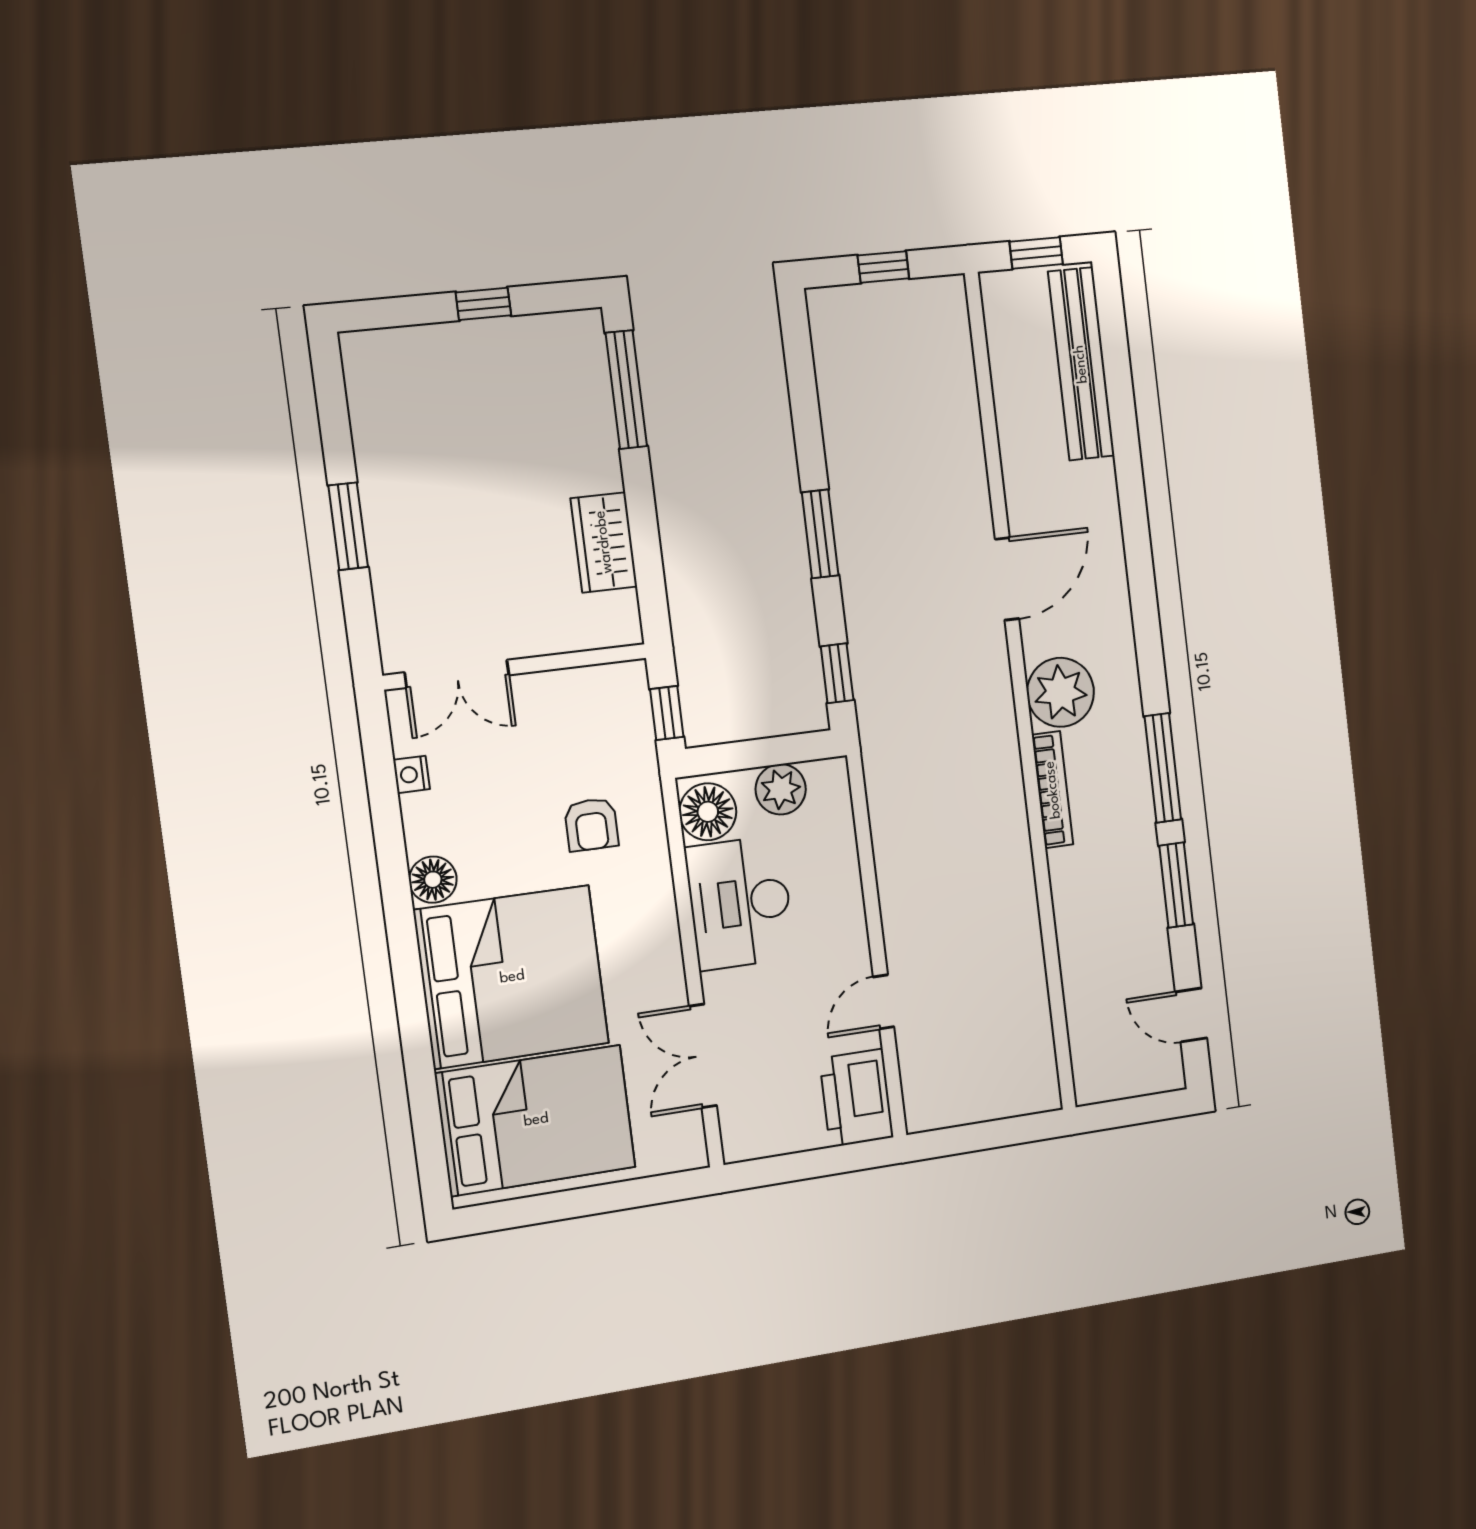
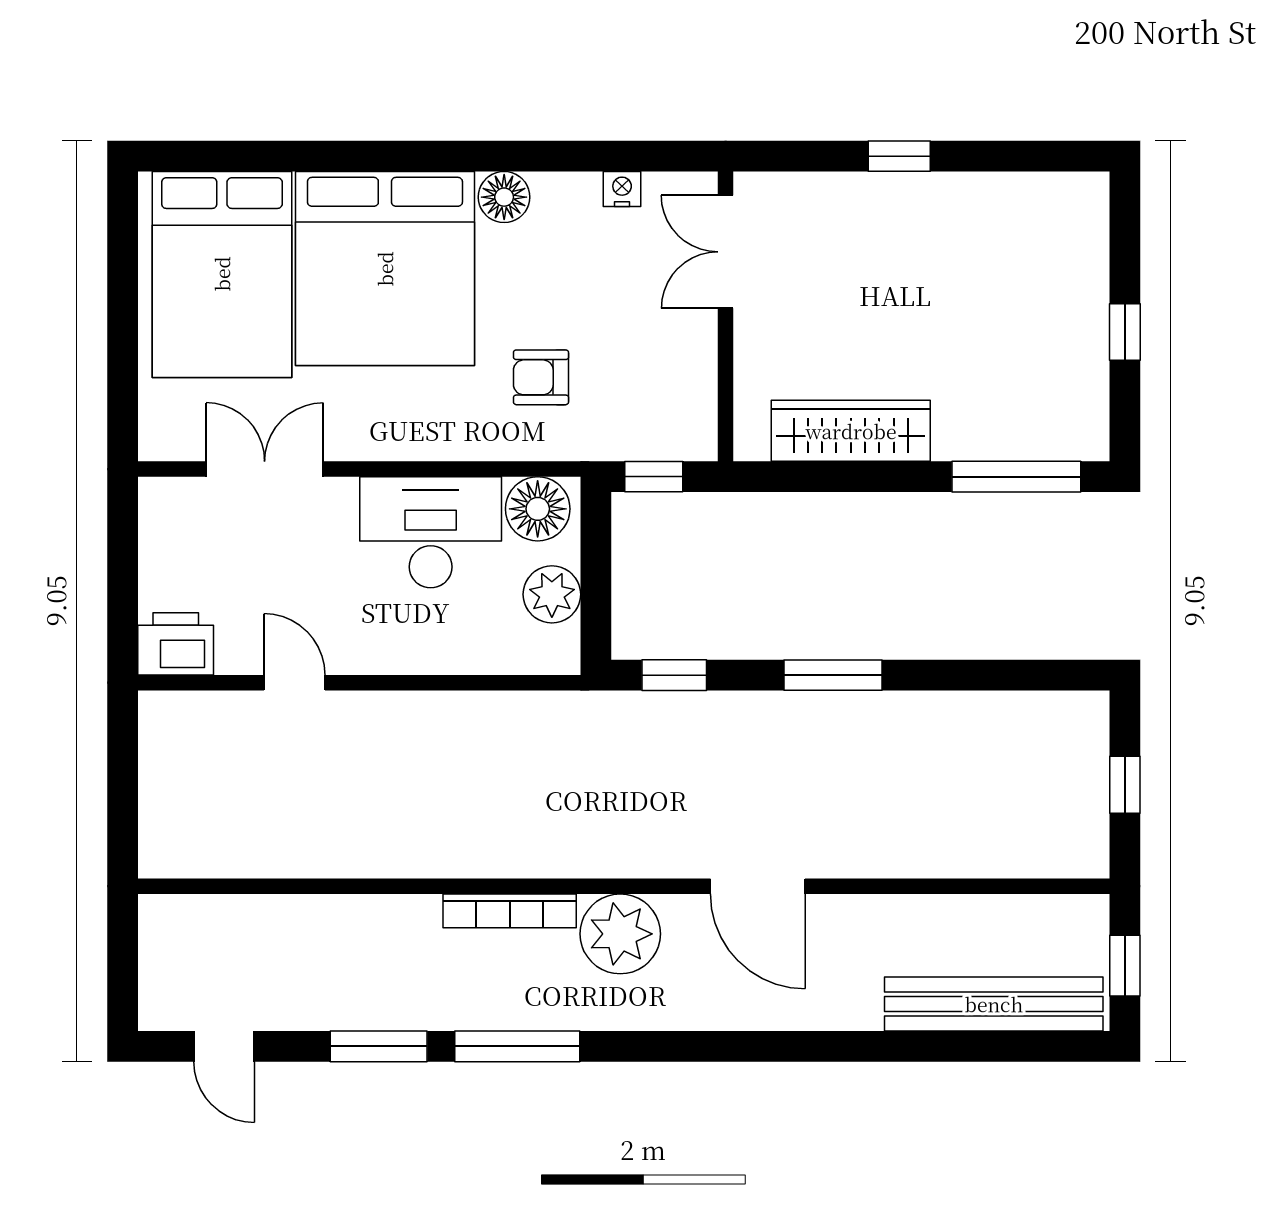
window: (348, 526) -> (899, 156), width x0.67
wardrobe: (604, 542) -> (851, 431), width x1.50
door: (1191, 1015) -> (224, 1046), swing flipped
printer: (856, 1098) -> (176, 644), width x0.73, depth x0.84

